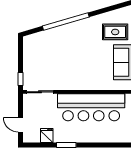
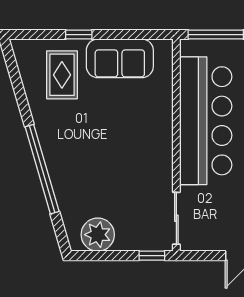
plant: (32, 51) -> (98, 235), added

